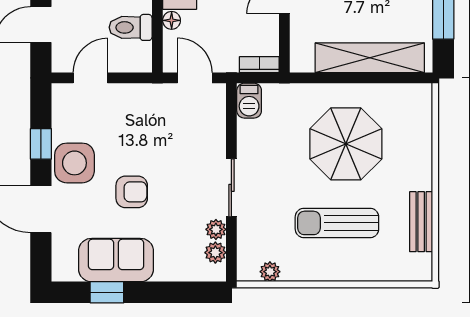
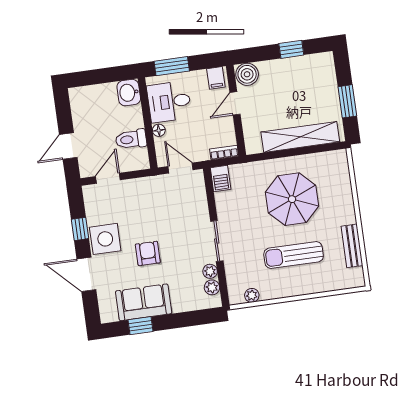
armchair: (132, 192) -> (148, 253), turned -90

